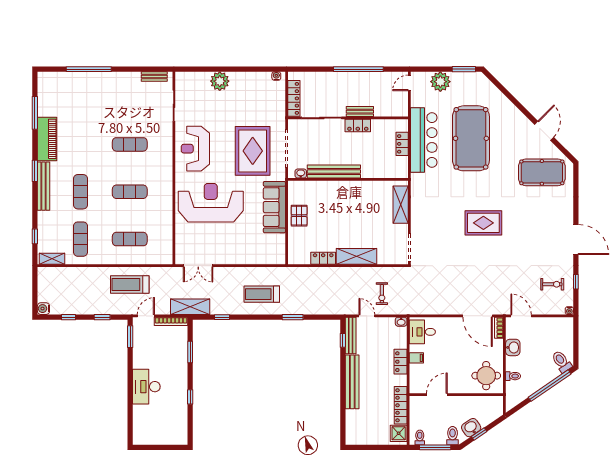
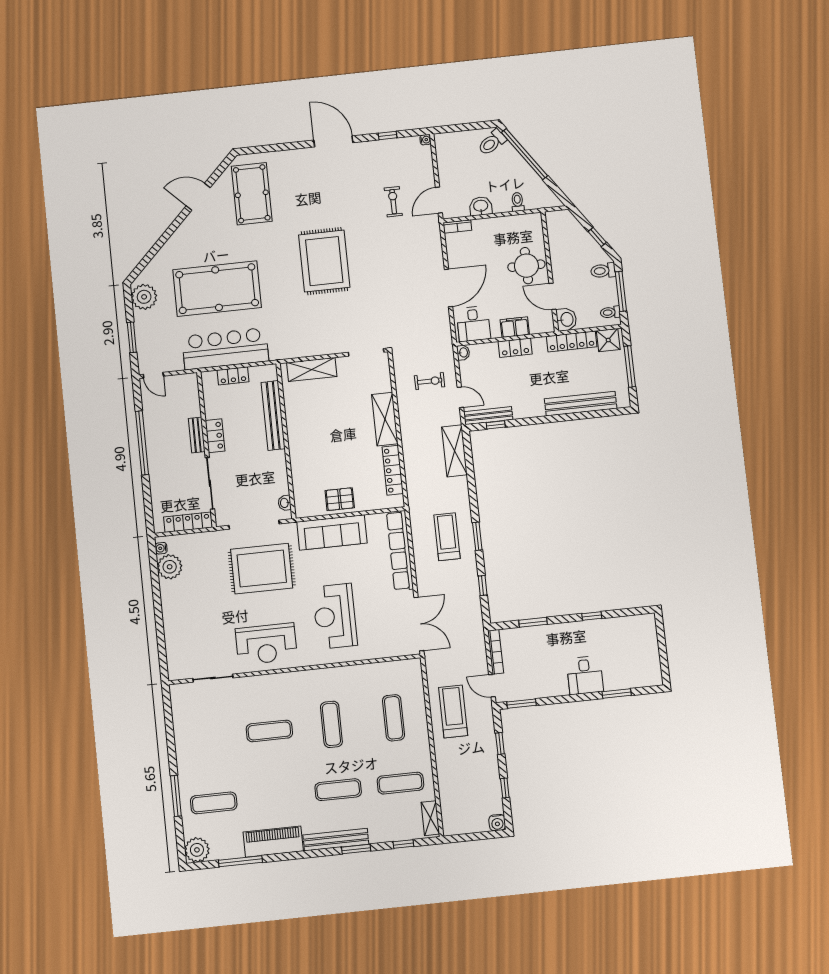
window: (89, 69) -> (176, 796), width x0.68
window: (464, 69) -> (132, 337), moved
bench: (154, 77) -> (177, 708), removed
plant: (47, 81) -> (197, 850), added
plant: (220, 81) -> (170, 567), moved
plant: (440, 82) -> (144, 297), moved
exercise mat: (80, 97) -> (214, 803), added
exercise mat: (130, 144) -> (269, 731), turned 90
window: (35, 171) -> (356, 849), moved
bench: (334, 172) -> (273, 415), moved
reception desk: (211, 203) -> (335, 616), width x0.74, depth x0.77
rug: (483, 223) -> (324, 261), width x1.37, depth x1.44
door: (576, 240) -> (333, 141), hinge flipped
row of seats: (255, 257) -> (400, 551), added
locker: (323, 258) -> (393, 470), width x1.53
double door: (198, 266) -> (419, 624), width x1.37
treadmill: (130, 284) -> (453, 711), turned 180
exercise bike: (552, 284) -> (393, 202), moved
treadmill: (262, 294) -> (447, 537), turned 180
shelving: (190, 307) -> (454, 451), moved
door: (367, 316) -> (460, 397), swing flipped
door: (478, 316) -> (448, 288), moved
window: (293, 317) -> (477, 536), moved
filing cabinet: (416, 358) -> (515, 327), width x2.00
round table: (486, 376) -> (526, 266), moved
bench: (352, 382) -> (581, 404), moved
desk: (146, 387) -> (585, 675), width x0.73
window: (130, 409) -> (617, 694), added
washbasin: (471, 428) -> (566, 319), moved, turned -146
window: (377, 447) -> (630, 367), added

